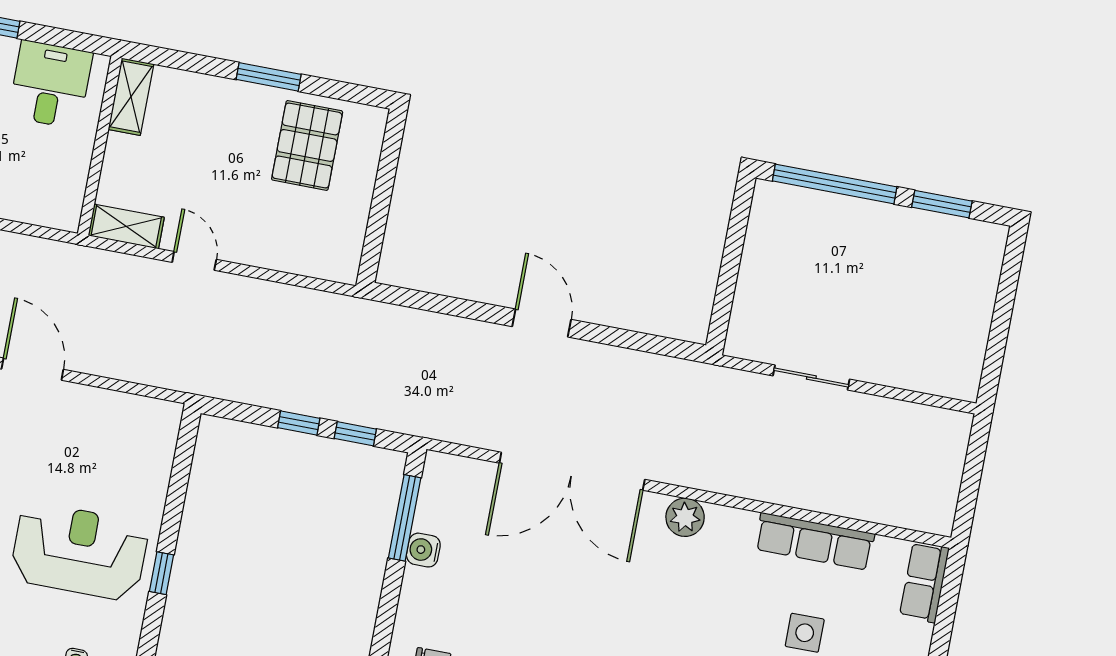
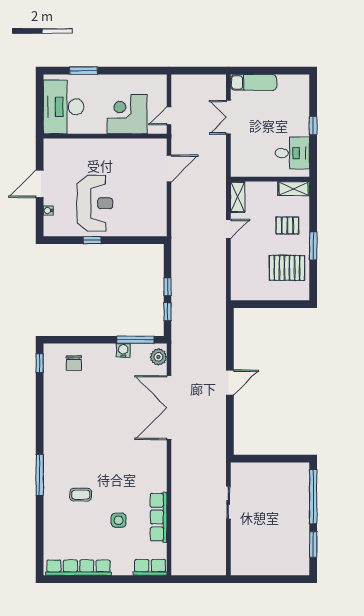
pallet: (212, 127) -> (287, 226), added
plant: (685, 517) -> (158, 357), moved

